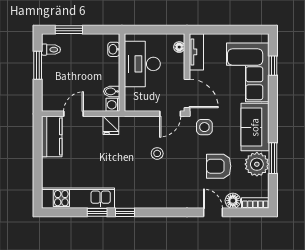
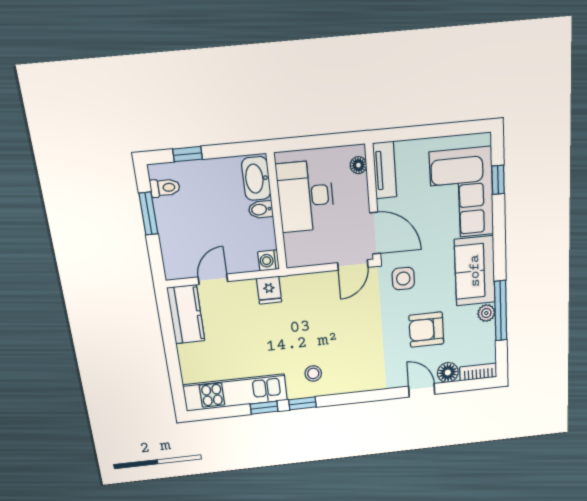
window: (69, 30) -> (188, 154), width x0.67
washbasin: (114, 49) -> (256, 178), width x1.91, depth x1.45
bidet: (112, 91) -> (261, 209), moved
stool: (157, 153) -> (313, 373), moved
window: (273, 158) -> (501, 311), width x1.44
plant: (257, 164) -> (486, 313), width x0.53, depth x0.53

